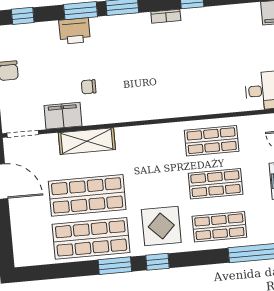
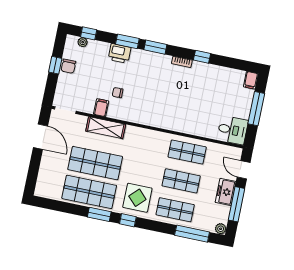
plant: (18, 31) -> (83, 42), added
filing cabinet: (63, 116) -> (101, 108), width x0.50

